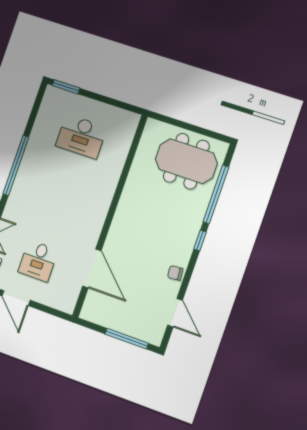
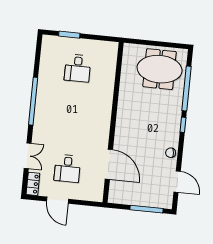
window: (66, 87) -> (69, 35), moved
desk: (81, 136) -> (78, 68), width x0.73

